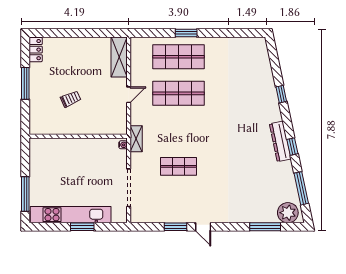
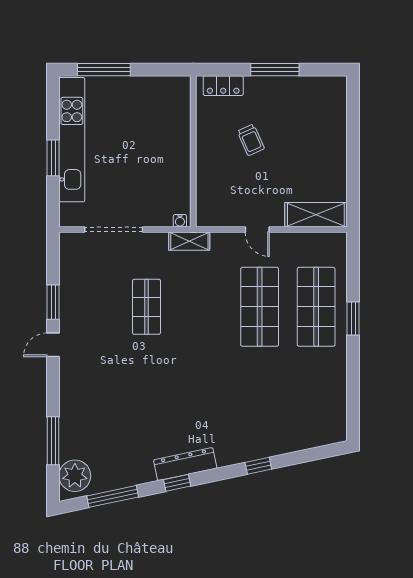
locker: (36, 50) -> (223, 86), moved

